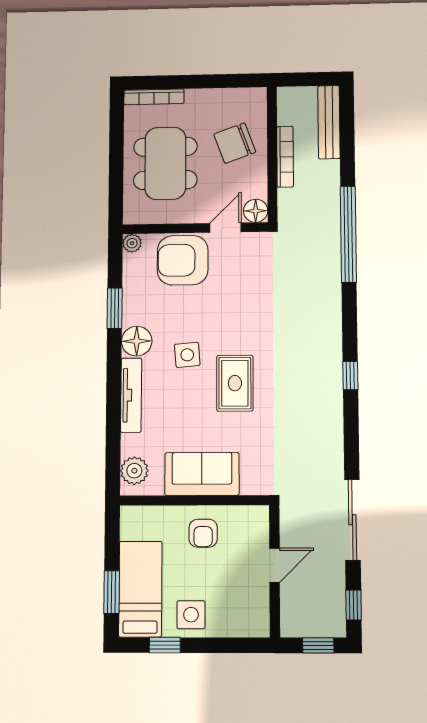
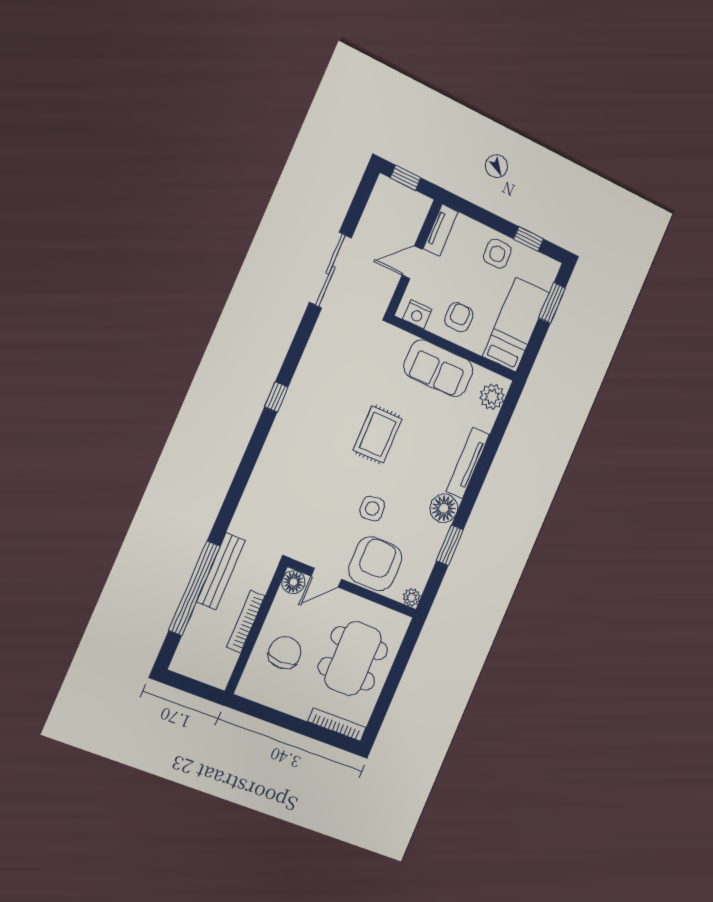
bench: (329, 122) -> (221, 571), moved
chair: (235, 143) -> (285, 653), turned -70
window: (348, 234) -> (194, 588), moved
armchair: (183, 260) -> (375, 564), turned -90
side table: (187, 355) -> (372, 508), moved
nightstand: (247, 517) -> (417, 314), added
bed: (140, 589) -> (516, 325), moved, turned 180
window: (354, 605) -> (362, 197), removed
tv unit: (260, 611) -> (441, 230), added

